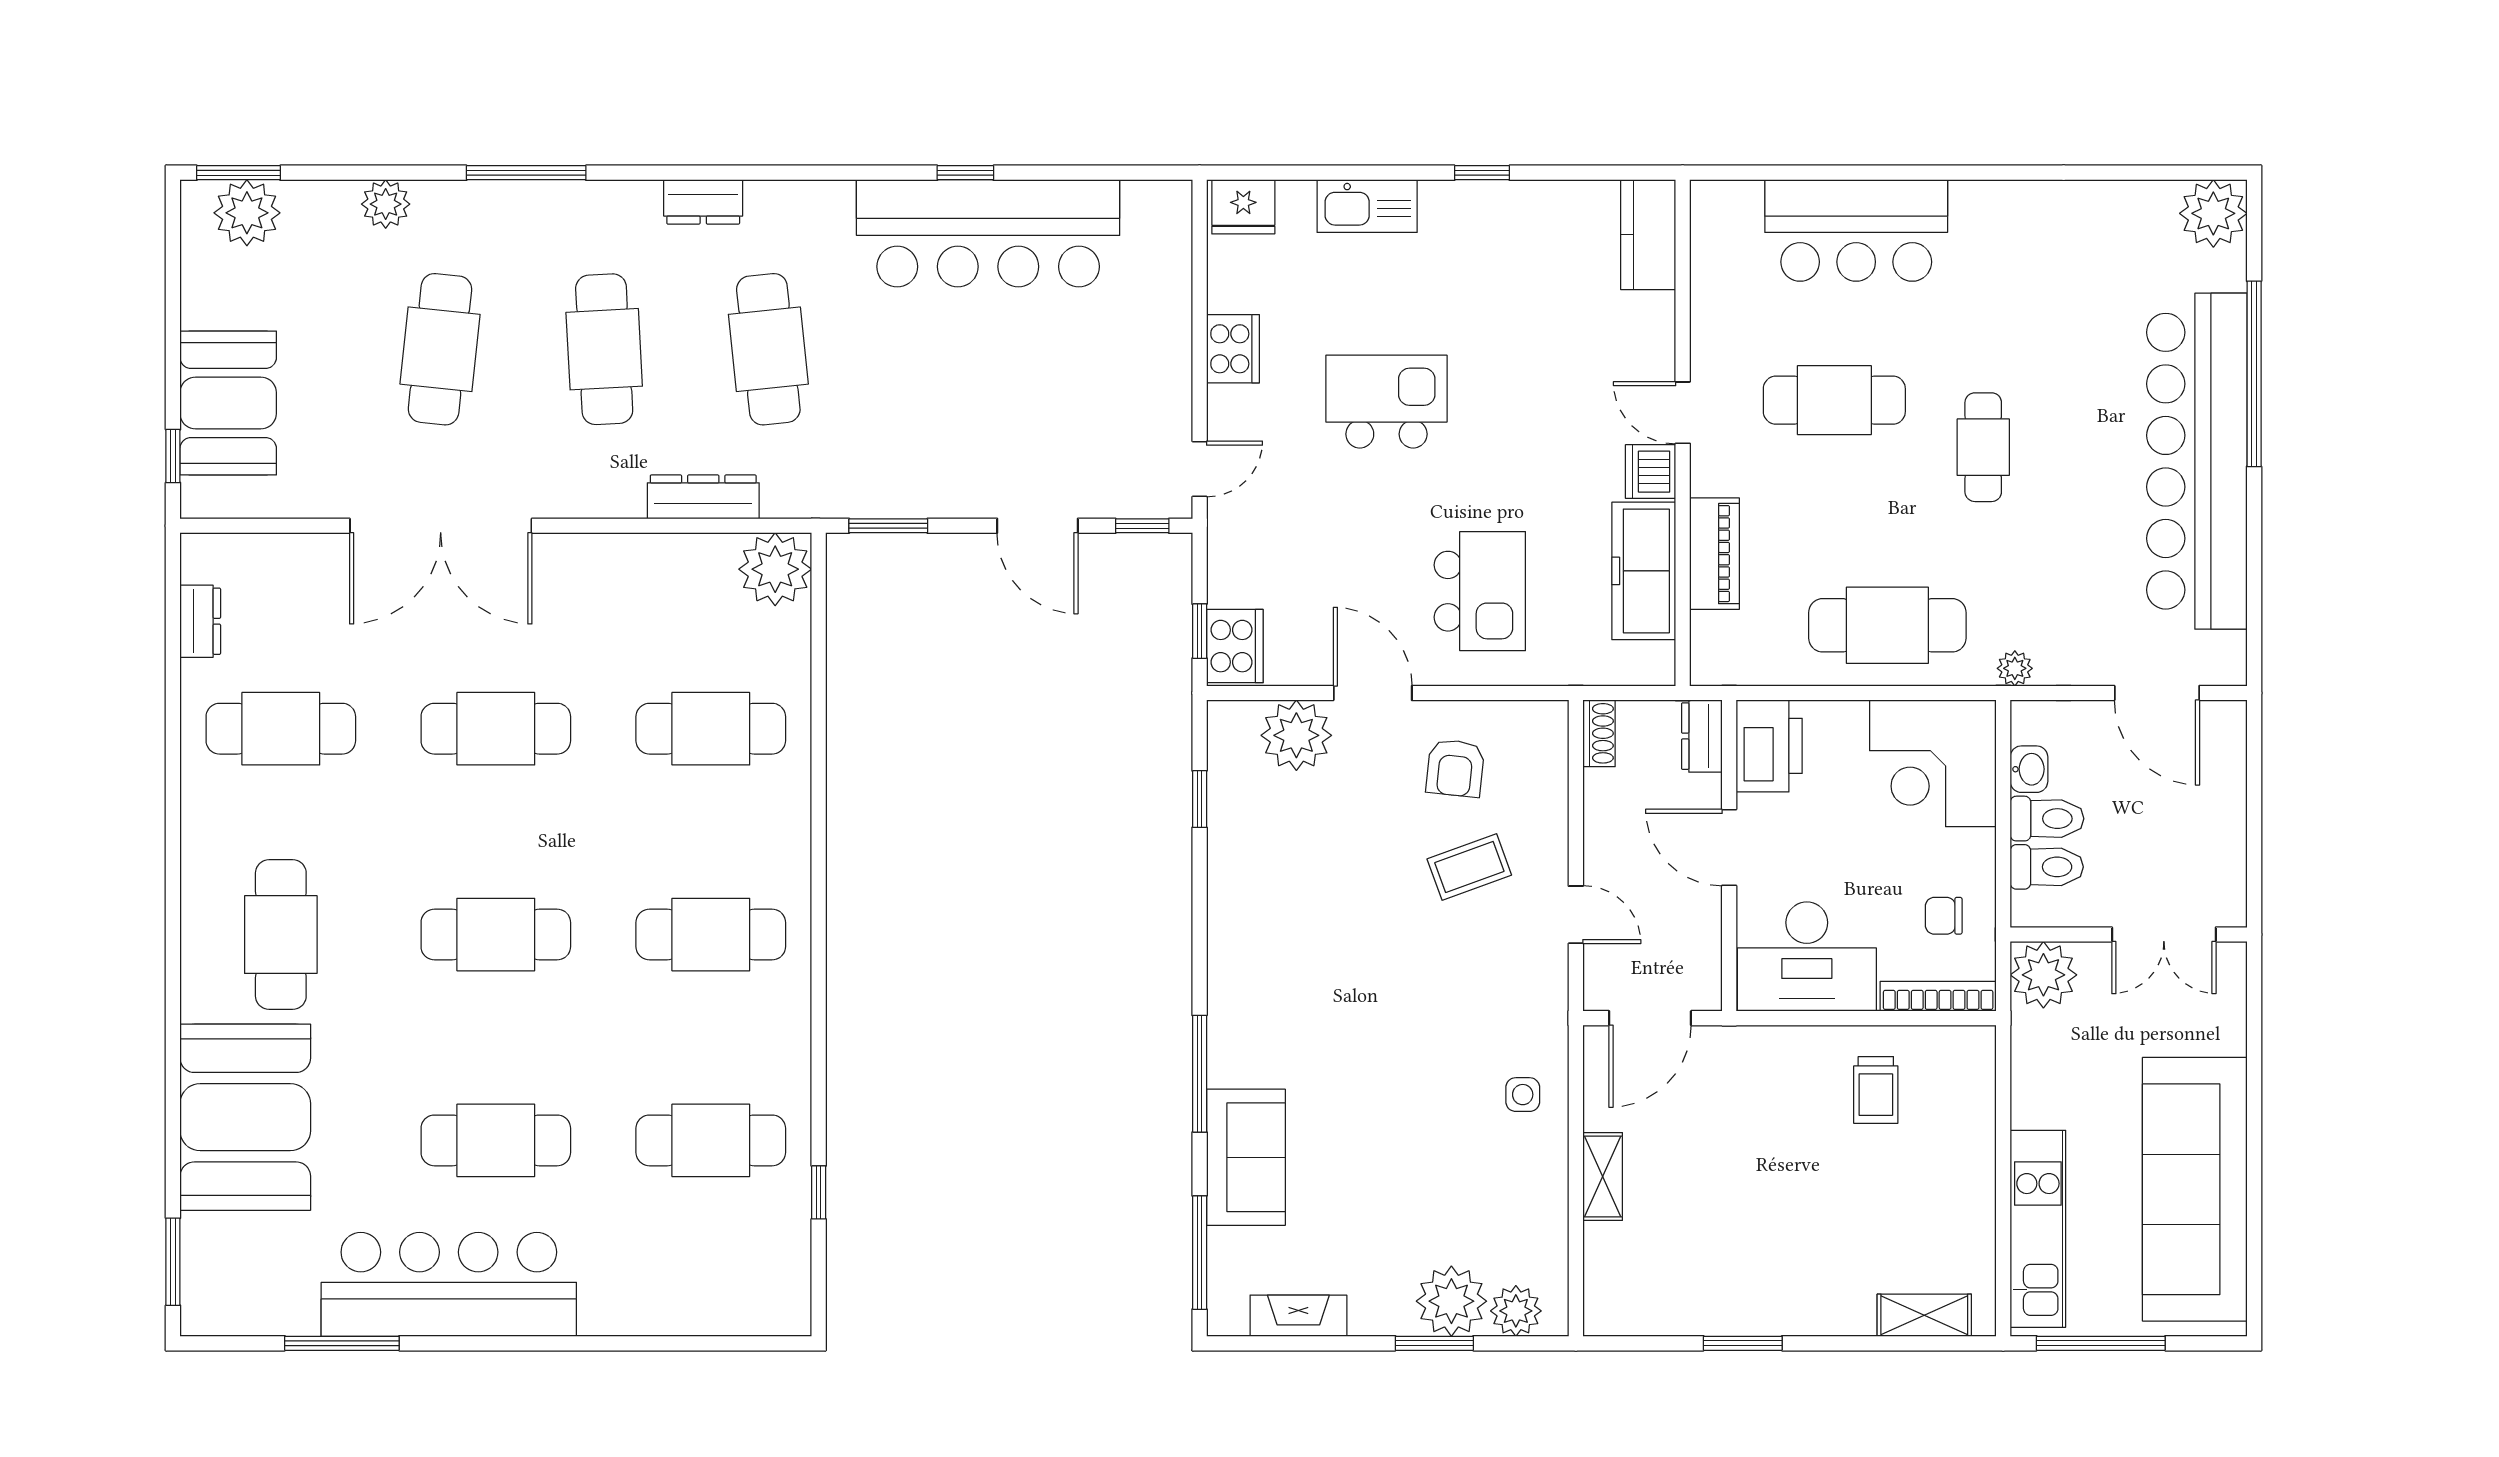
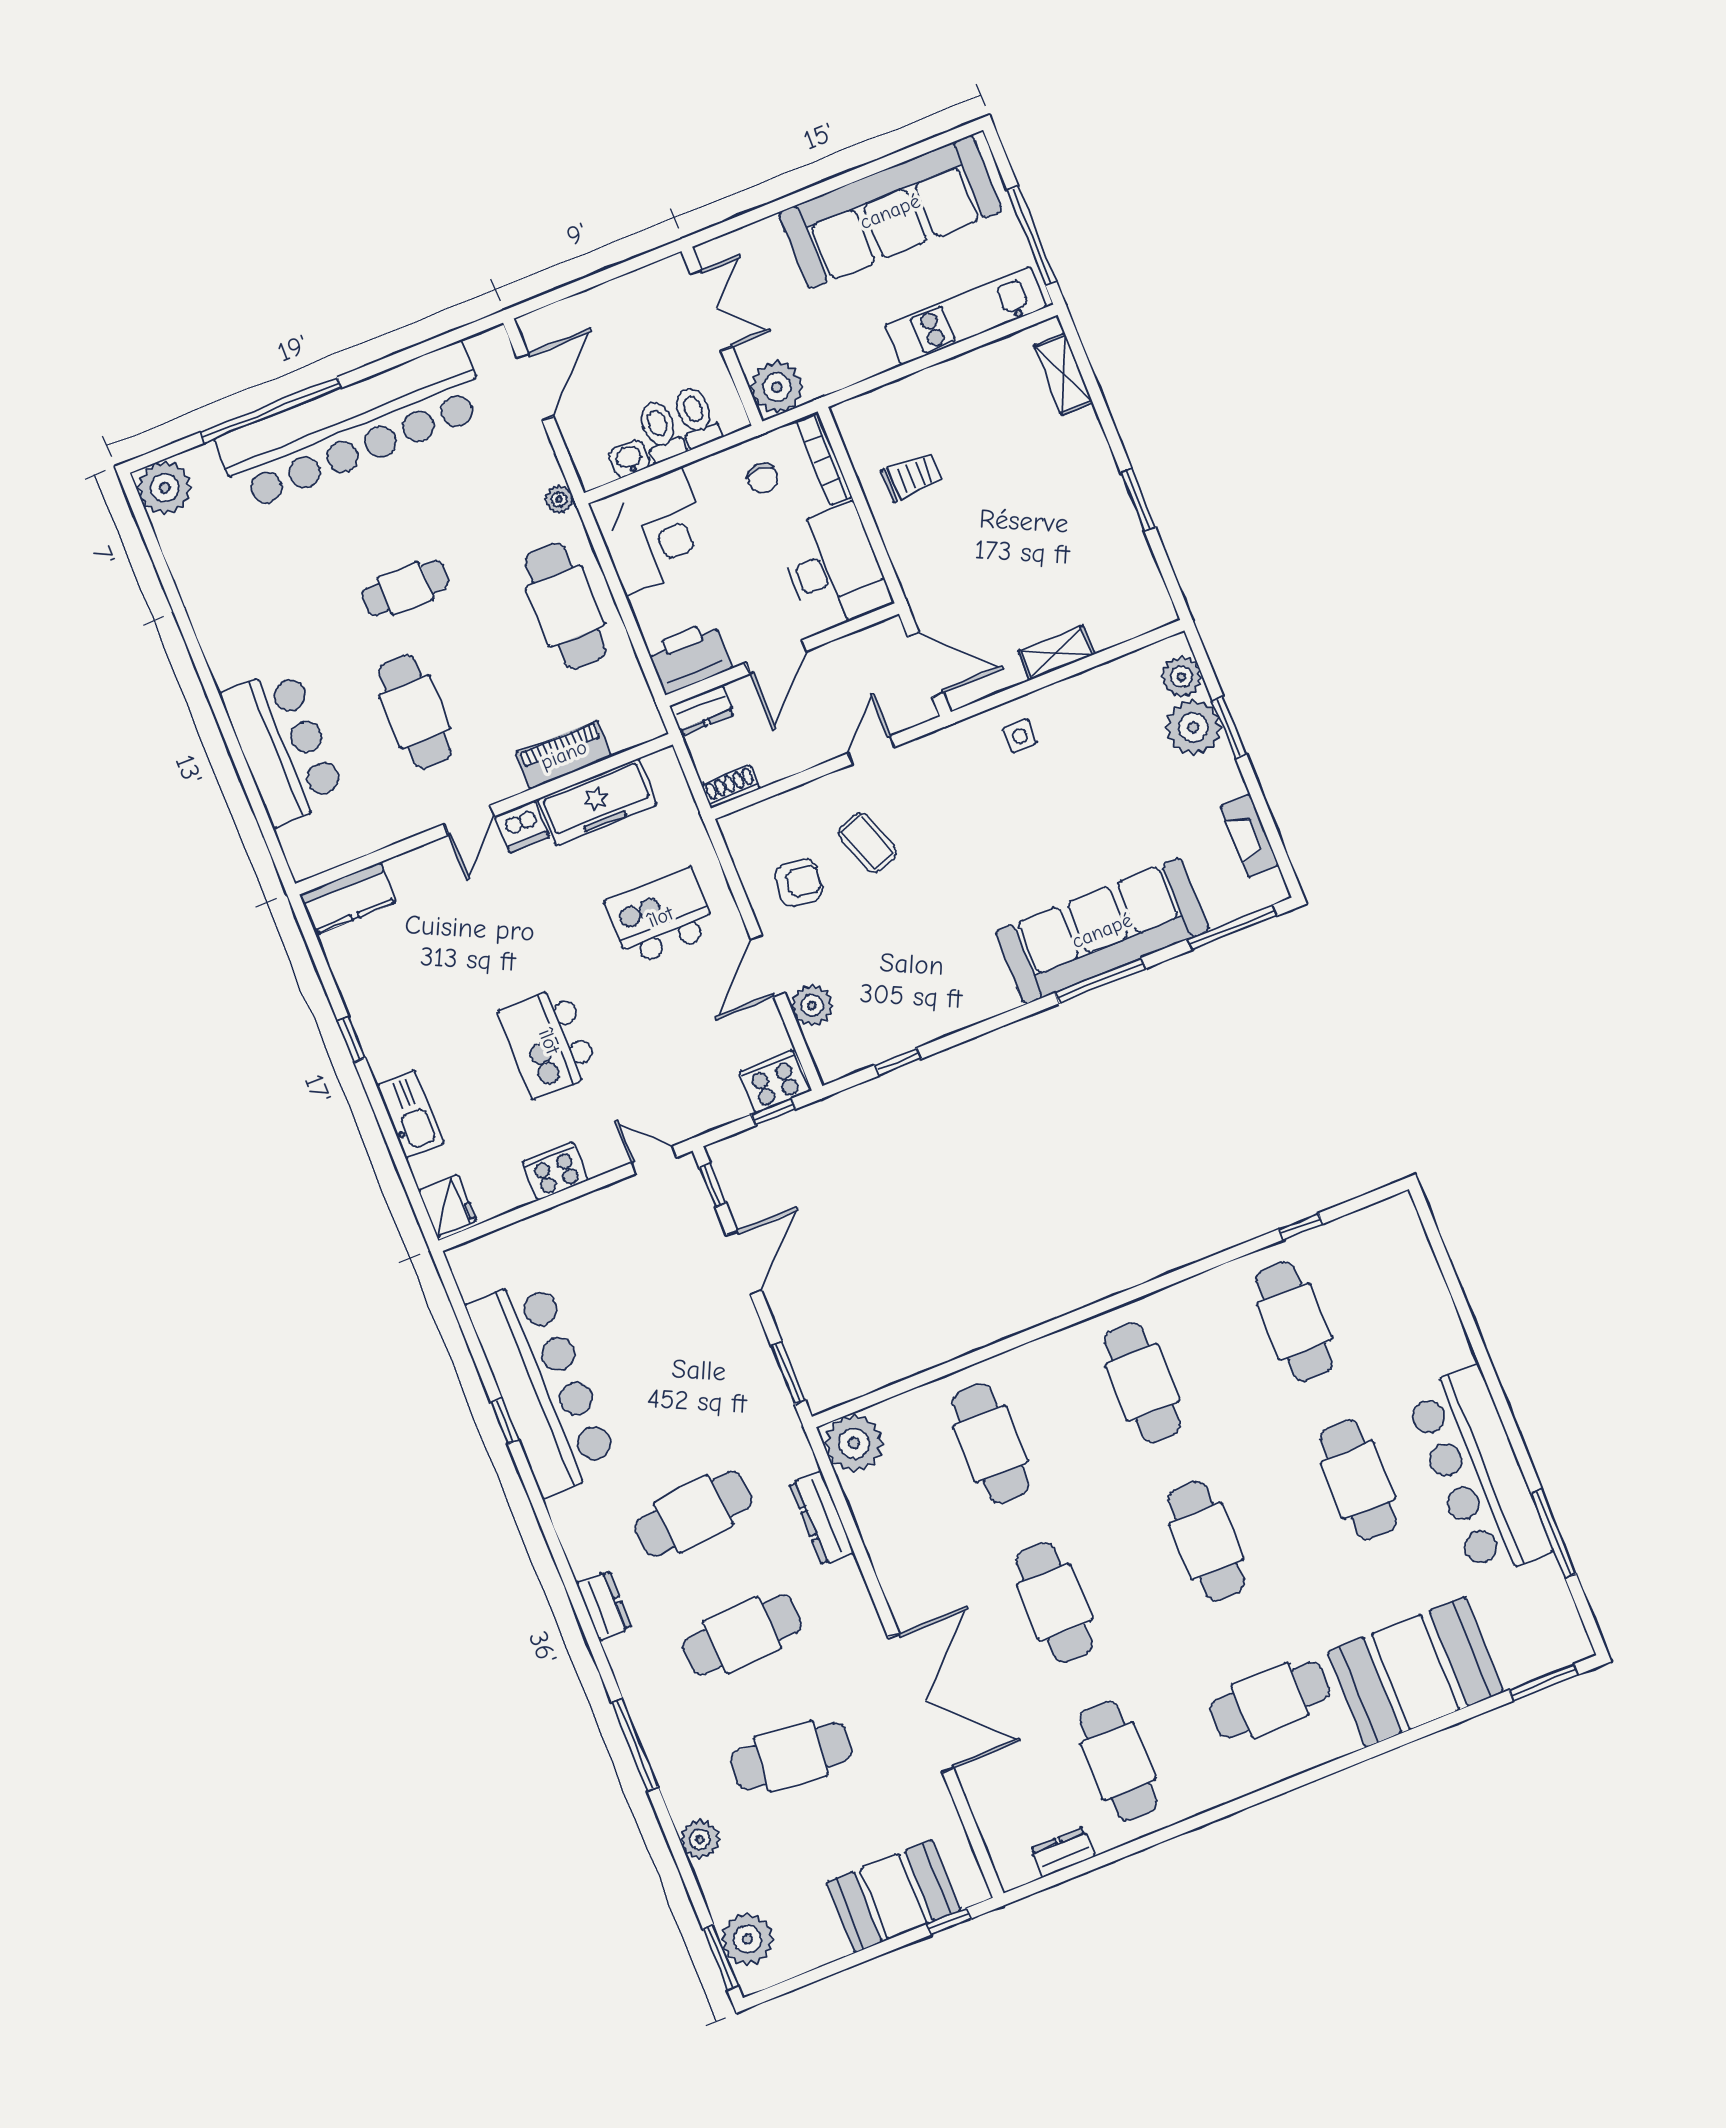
plant: (1296, 735) -> (812, 1005), width x0.73, depth x0.73
sofa: (1246, 1157) -> (1102, 931), width x1.85, depth x1.27

